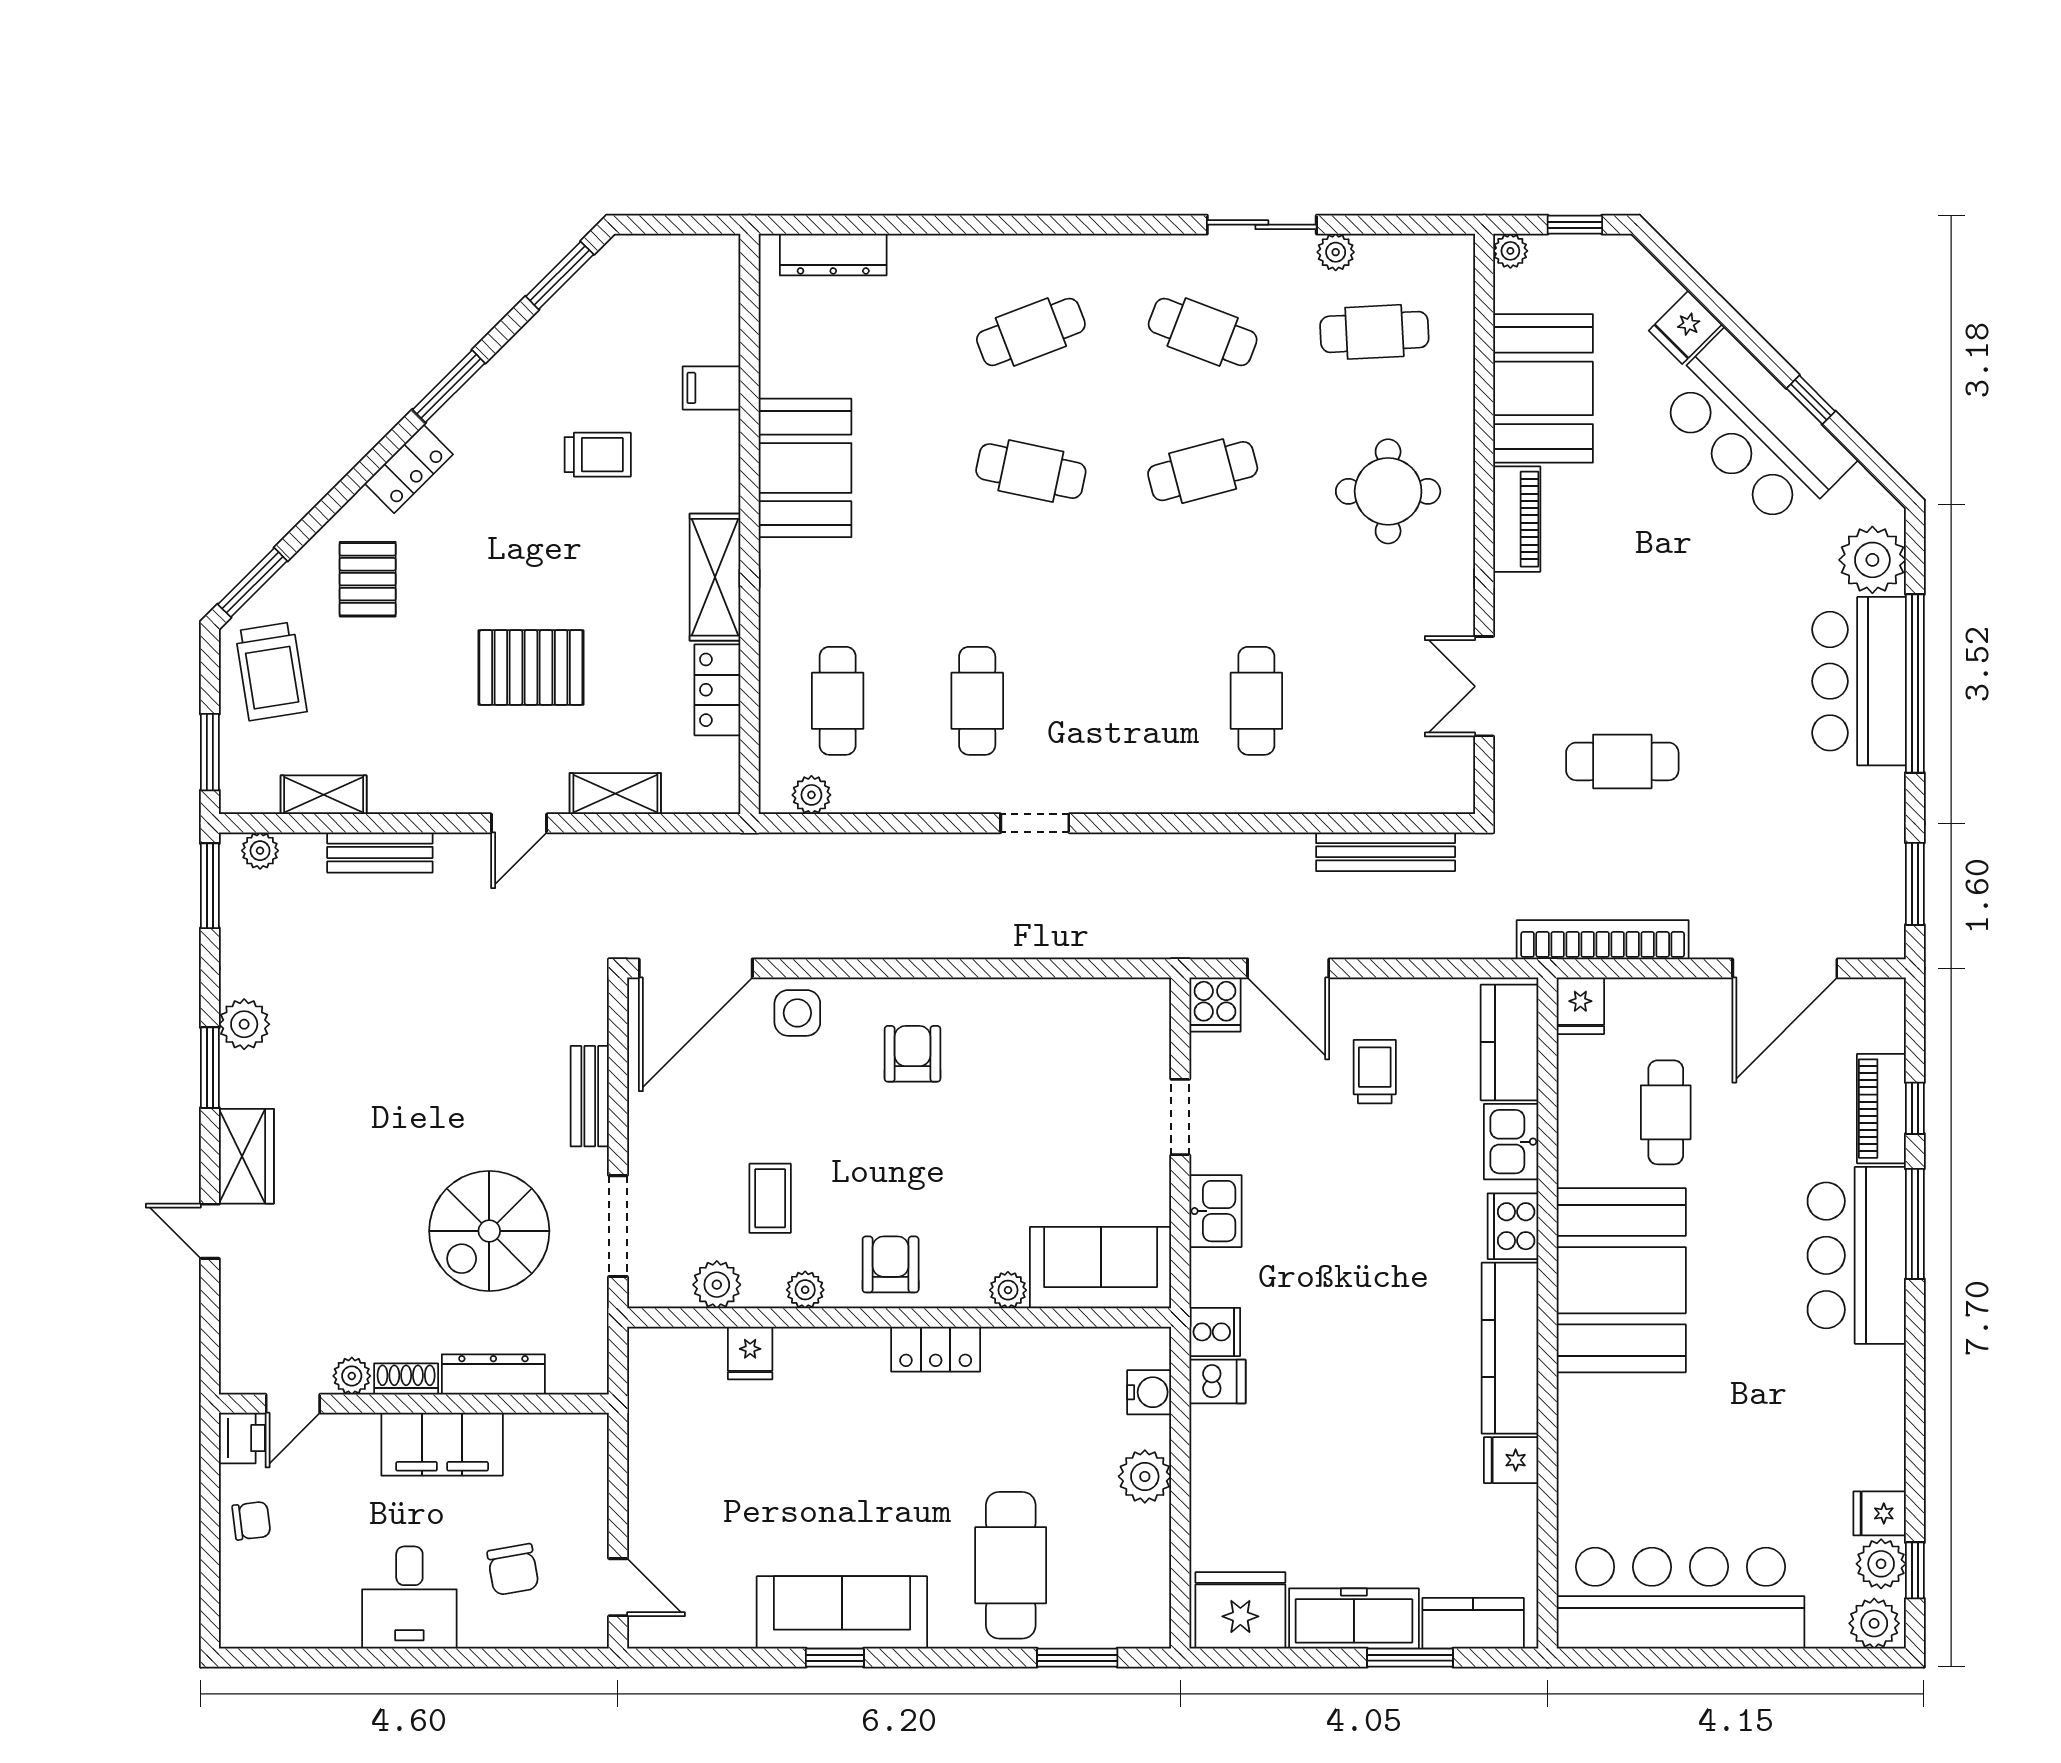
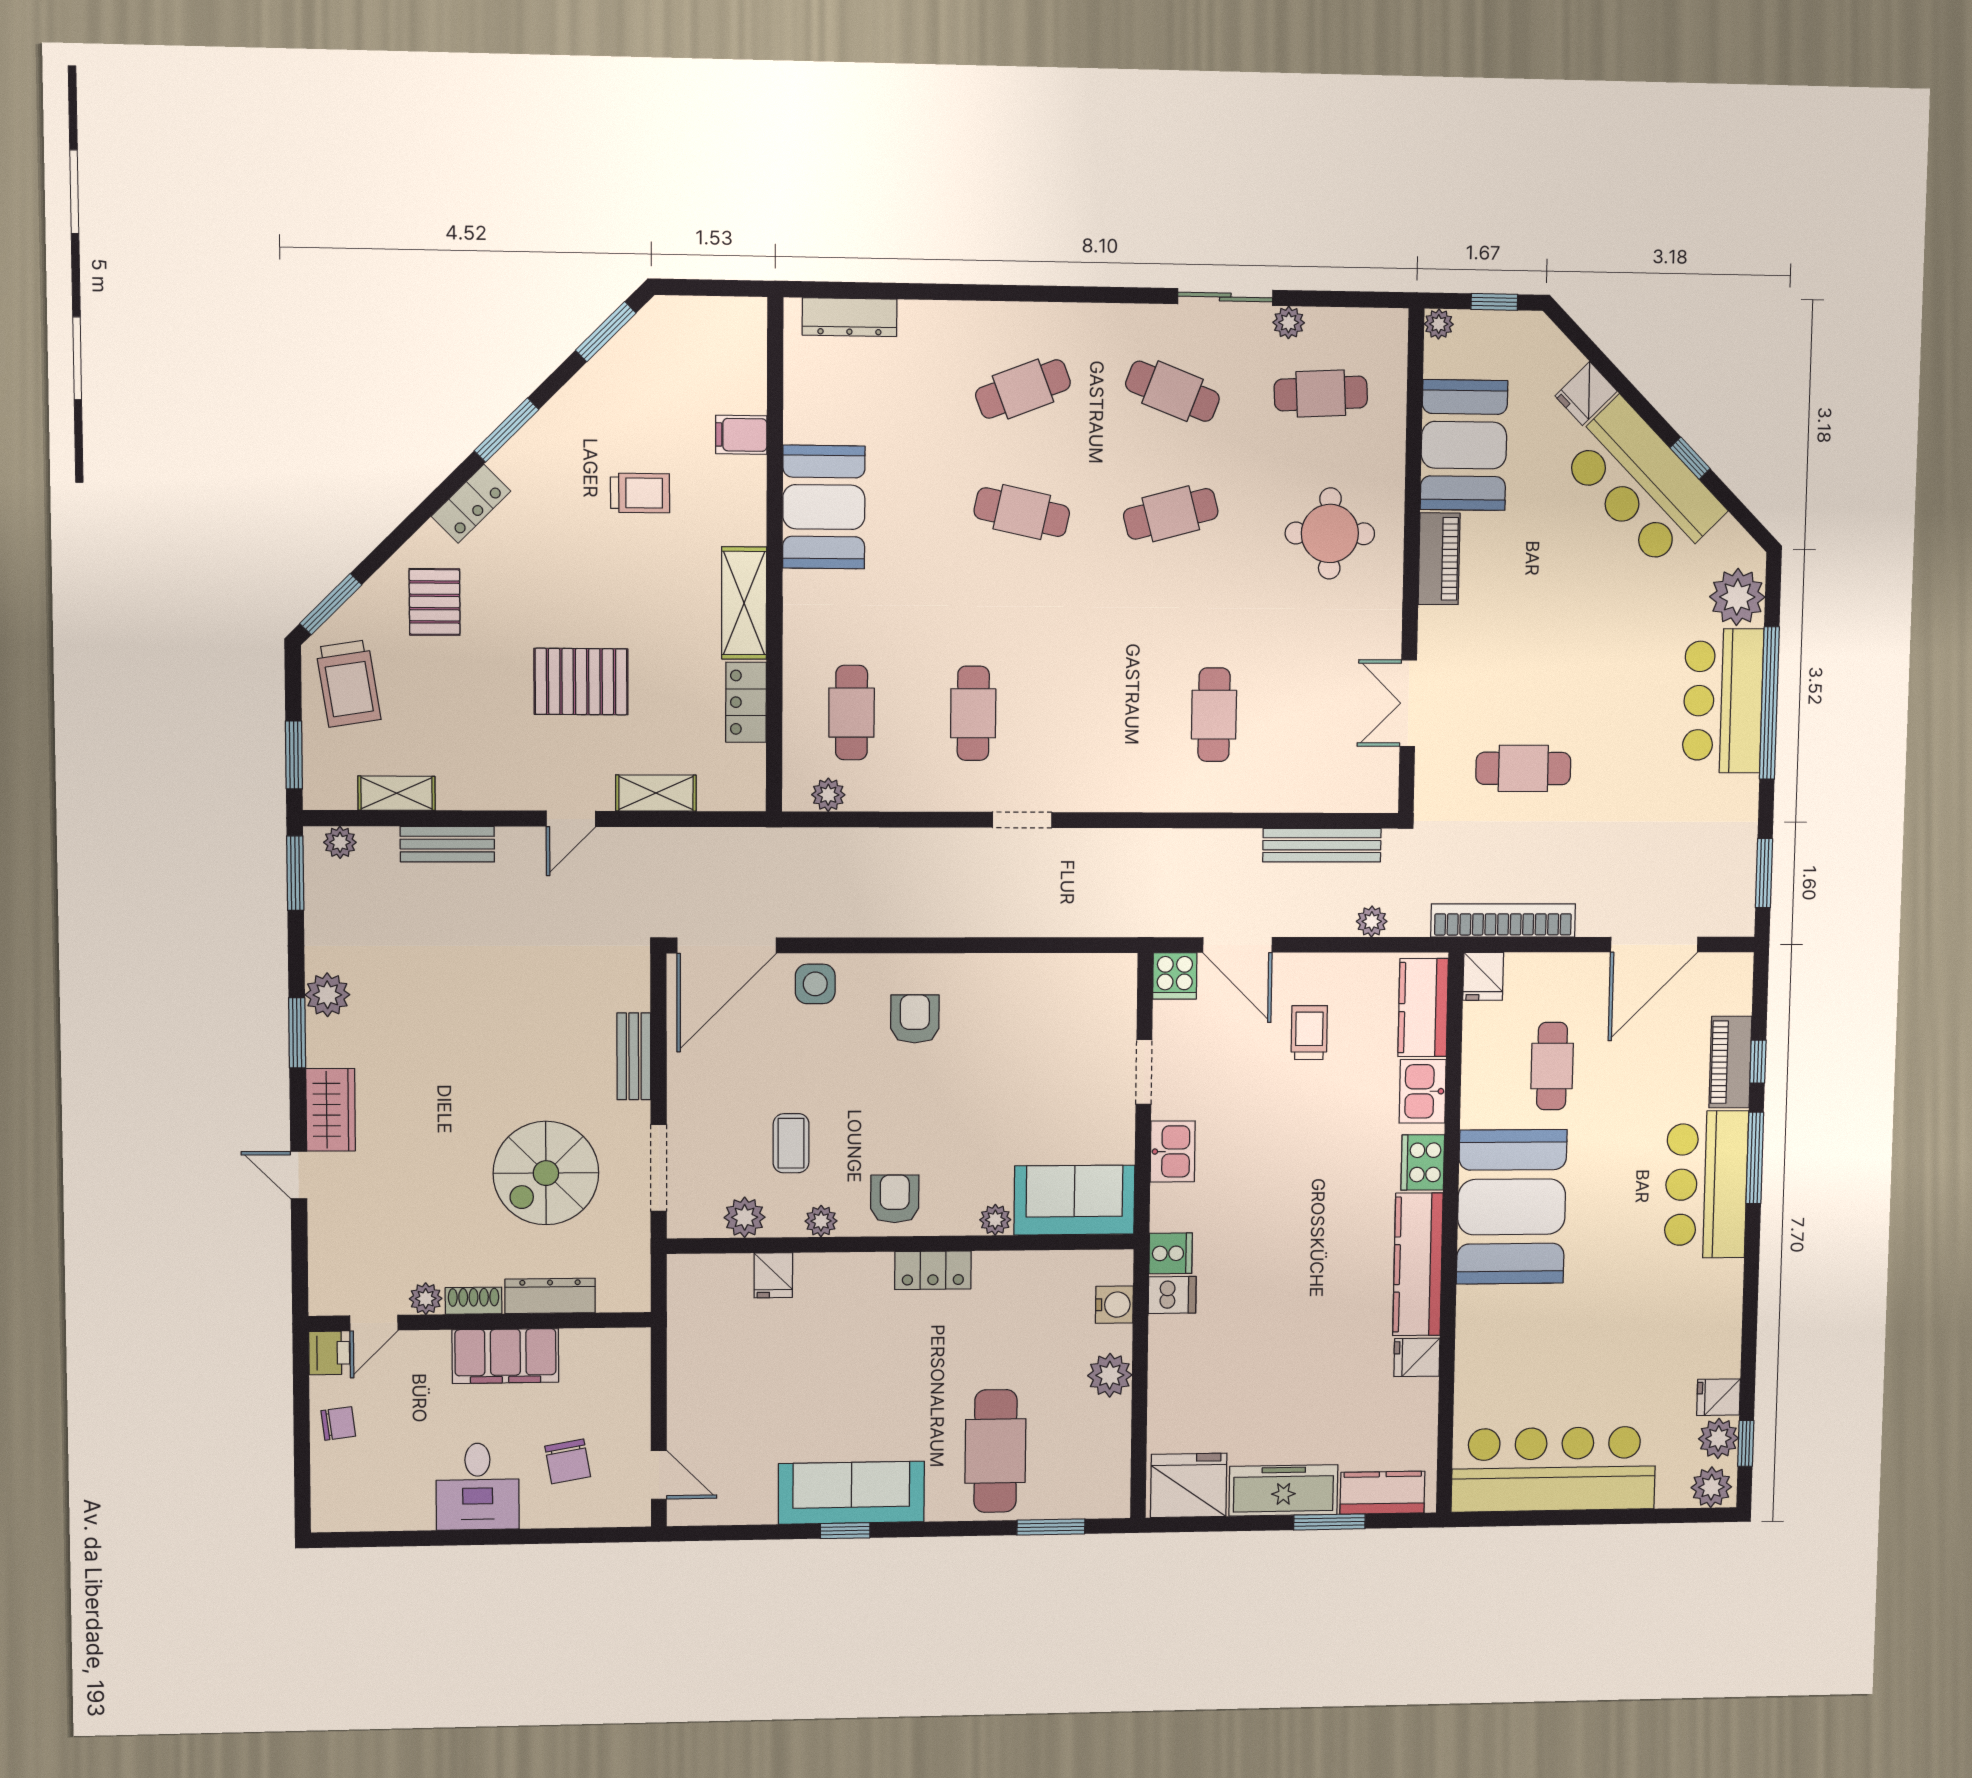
plant: (1446, 941) -> (1372, 921), added

